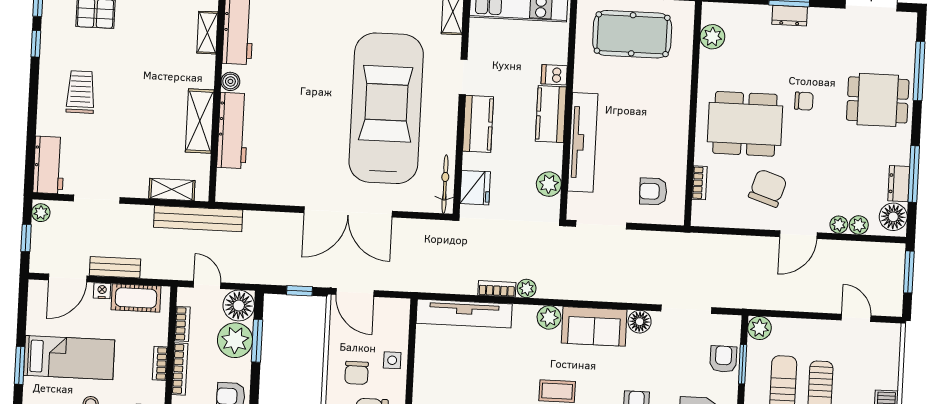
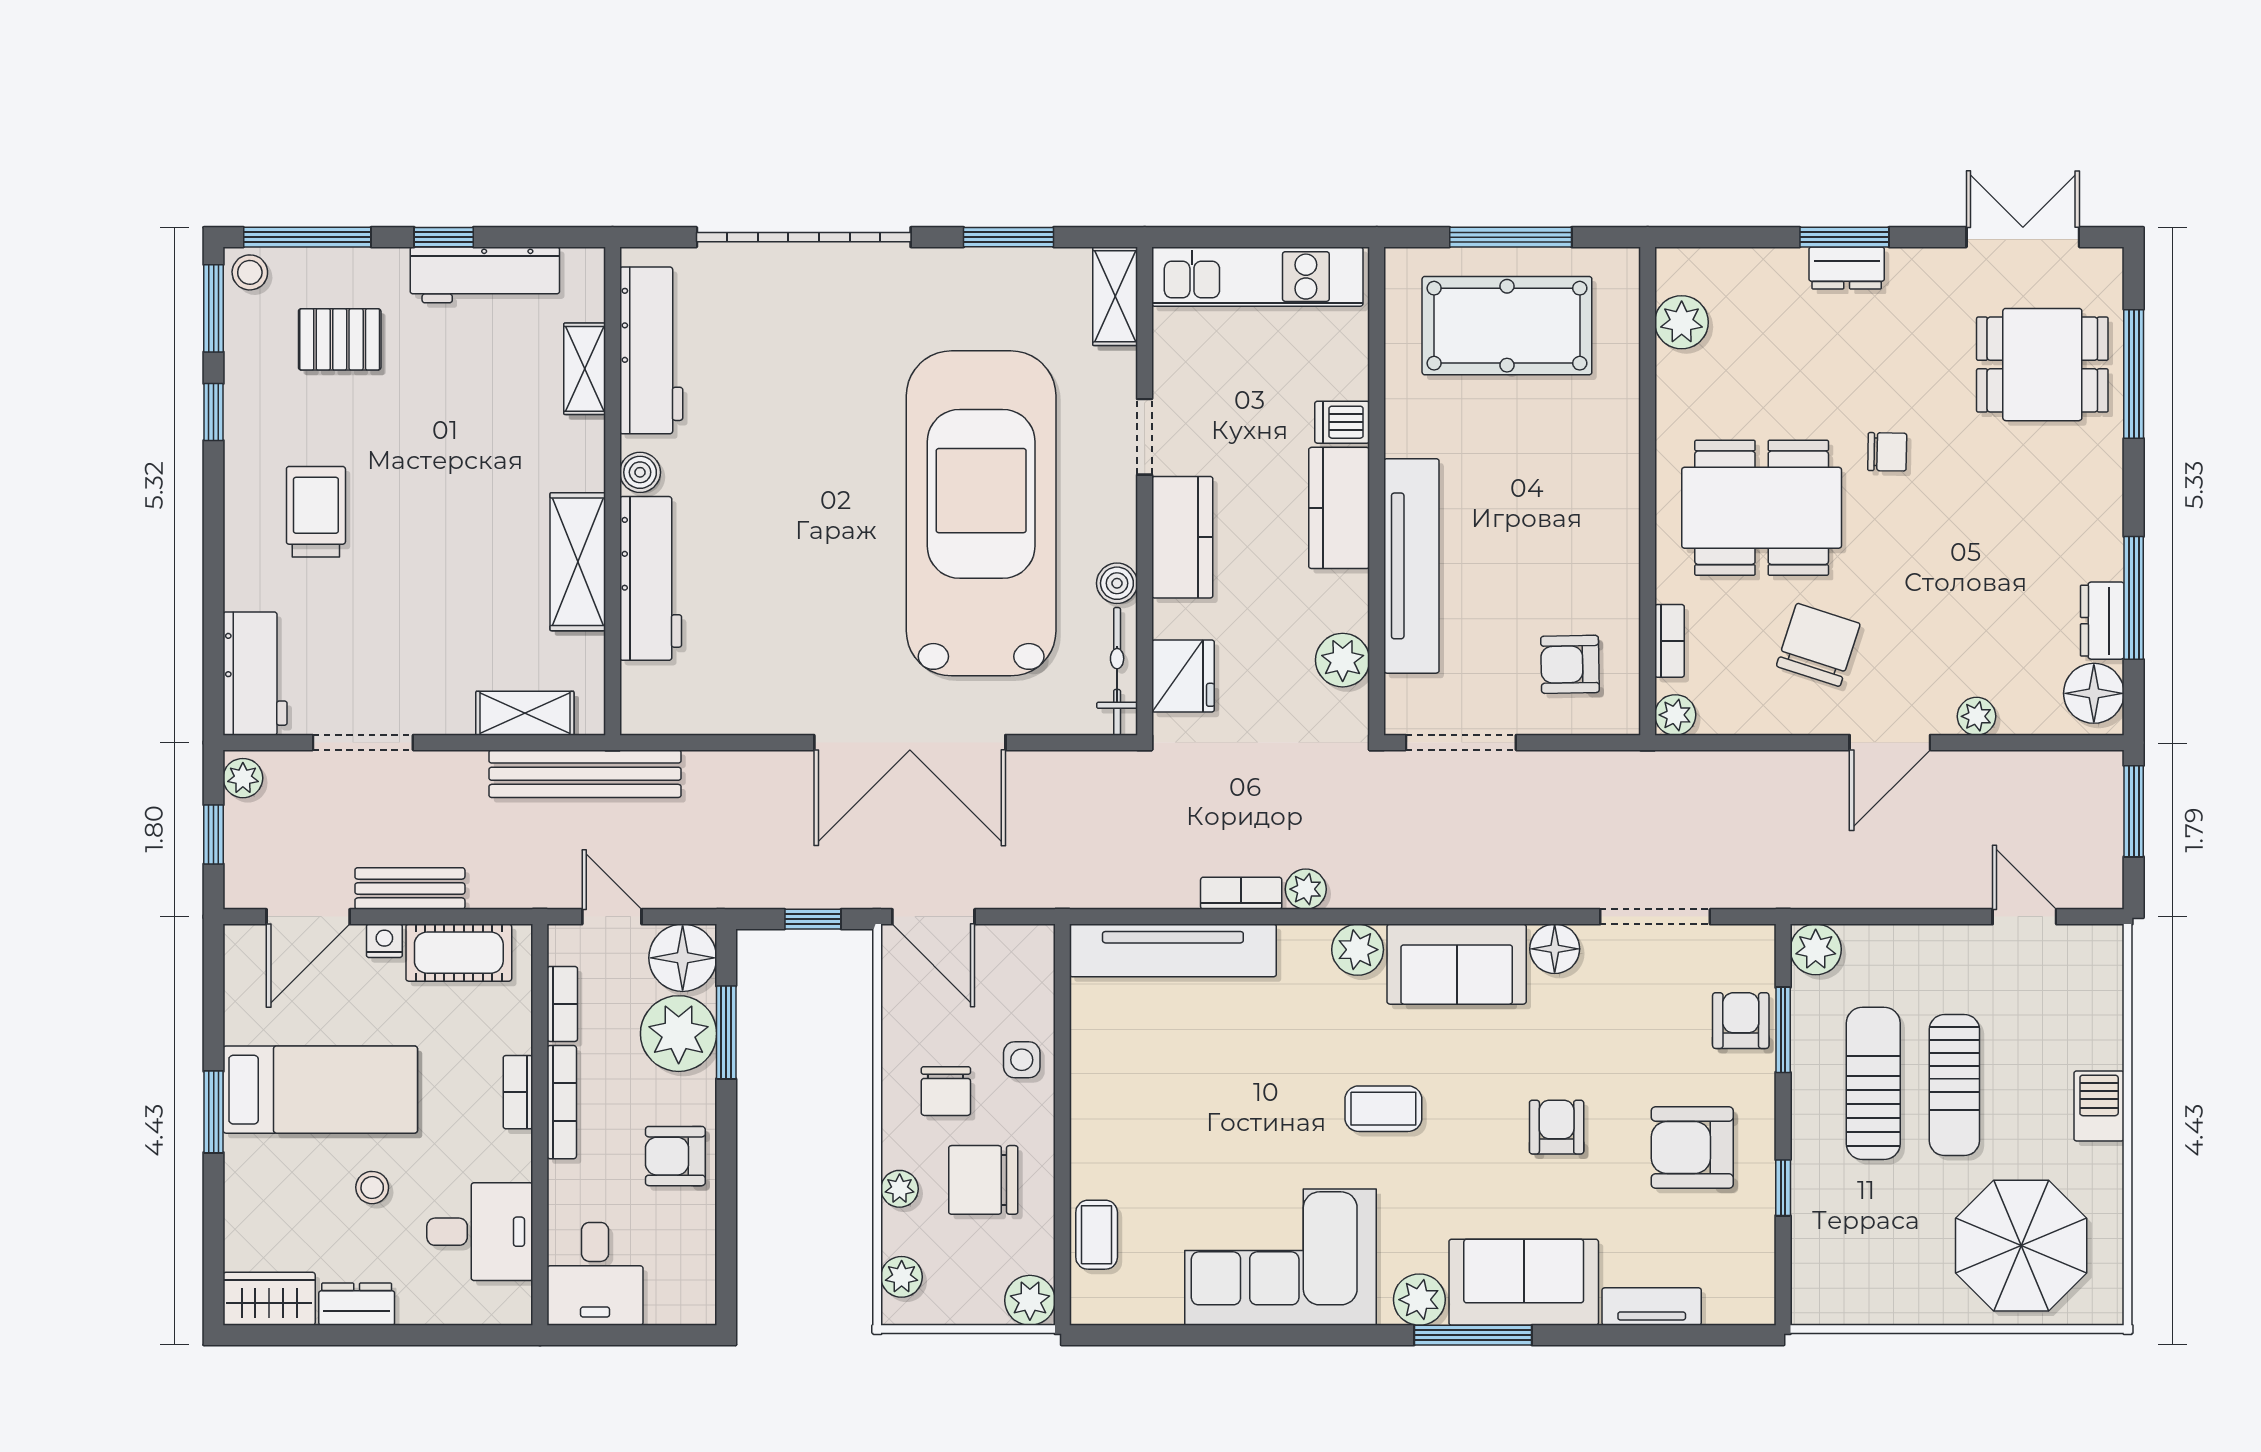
dining table: (878, 100) -> (2042, 365), moved
boiler: (447, 144) -> (1117, 583), added
plant: (859, 225) -> (1675, 715), moved

